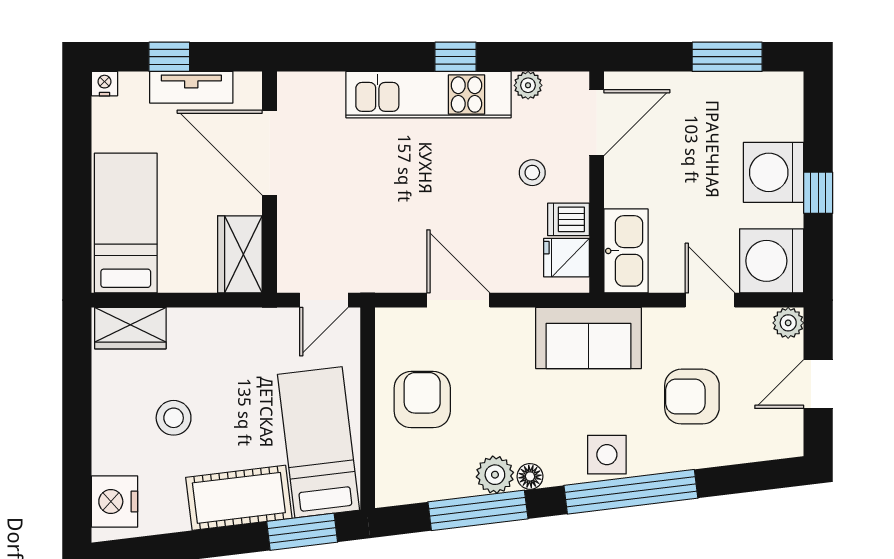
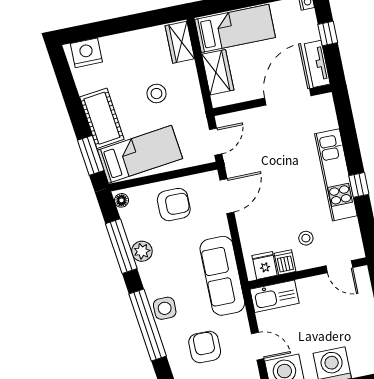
plant: (528, 85) -> (352, 226), removed
tv unit: (191, 87) -> (317, 64), moved
door: (597, 123) -> (339, 267), width x0.73
wardrobe: (240, 254) -> (218, 72), moved, turned 90
door: (324, 300) -> (216, 142), swing flipped
door: (458, 300) -> (227, 196), moved
door: (710, 300) -> (258, 346), hinge flipped
sofa: (588, 338) -> (222, 276), width x1.36
stool: (174, 418) -> (156, 94), moved
floor lamp: (530, 476) -> (121, 200), moved

